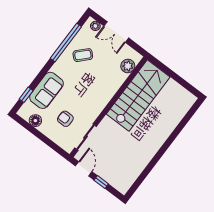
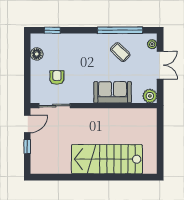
double door: (116, 32) -> (160, 65), swing flipped
plant: (128, 66) -> (150, 96), moved
sofa: (46, 90) -> (113, 92), moved, turned 180
stairs: (138, 95) -> (107, 159), moved, turned 180

